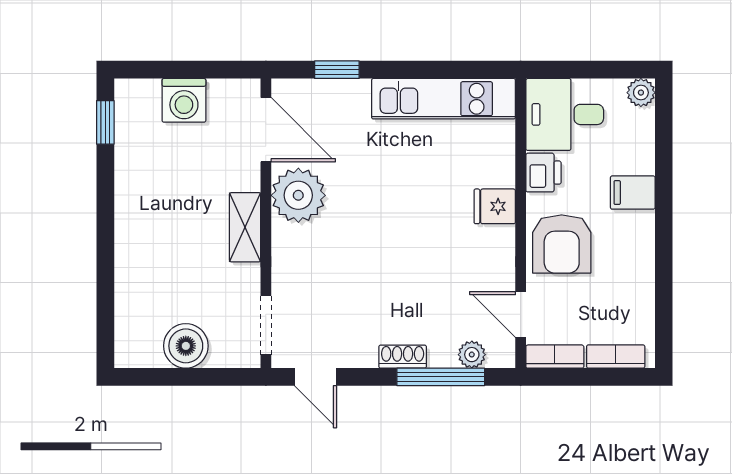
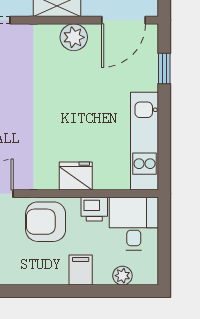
plant: (641, 93) -> (122, 276), moved
plant: (298, 195) -> (74, 37), width x0.73, depth x0.73
fridge: (495, 206) -> (76, 176), width x1.38

